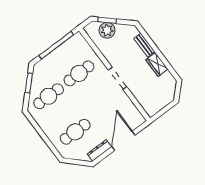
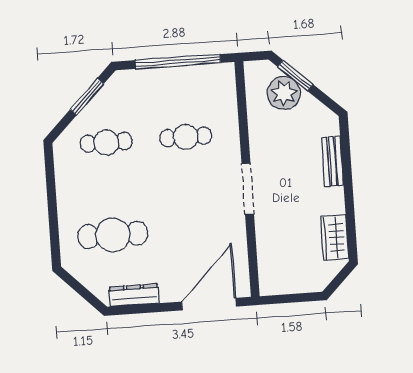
wardrobe: (157, 65) -> (335, 238), moved
cafe table: (79, 73) -> (186, 137), width x0.73, depth x0.74
cafe table: (49, 96) -> (106, 142), width x0.73, depth x0.74
door: (124, 141) -> (209, 304), moved

